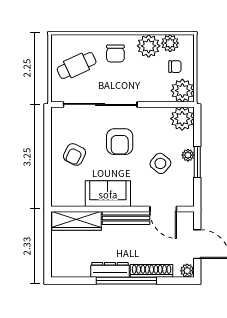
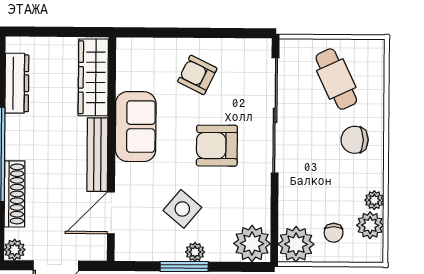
plant: (149, 46) -> (374, 200), width x0.53, depth x0.53
dresser: (110, 270) -> (17, 83), moved

